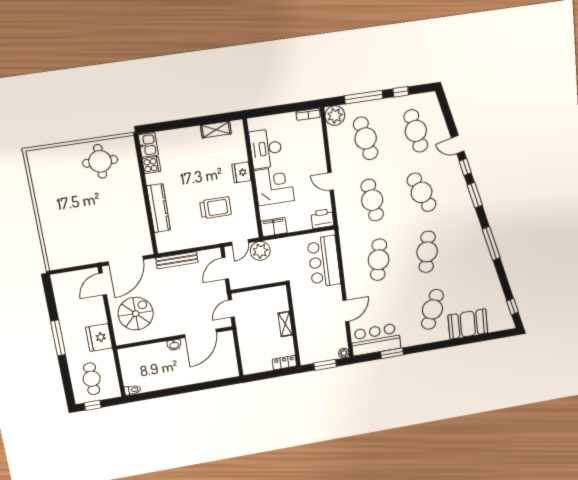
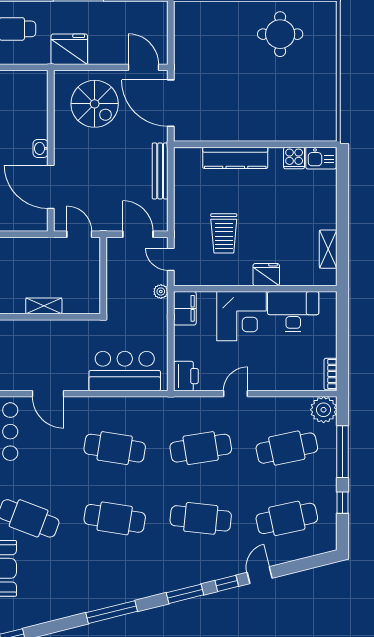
round table: (100, 161) -> (280, 34), moved
cafe table: (422, 192) -> (201, 518), turned 30
plant: (260, 251) -> (161, 292), width x0.53, depth x0.53

